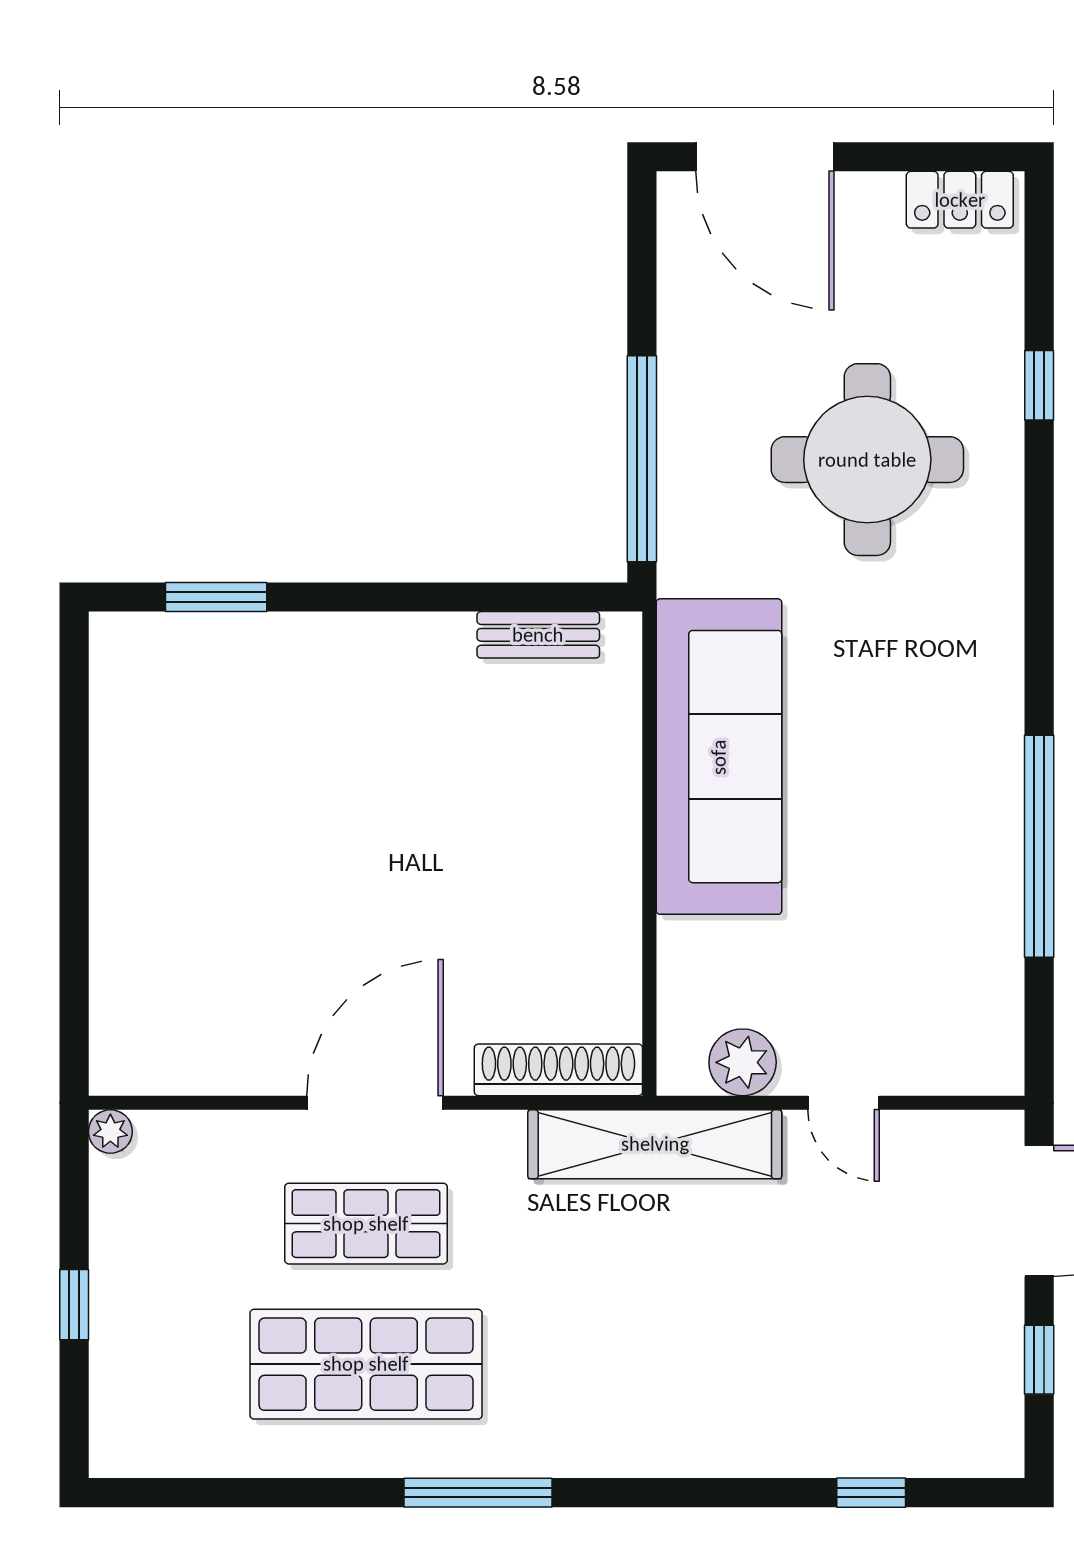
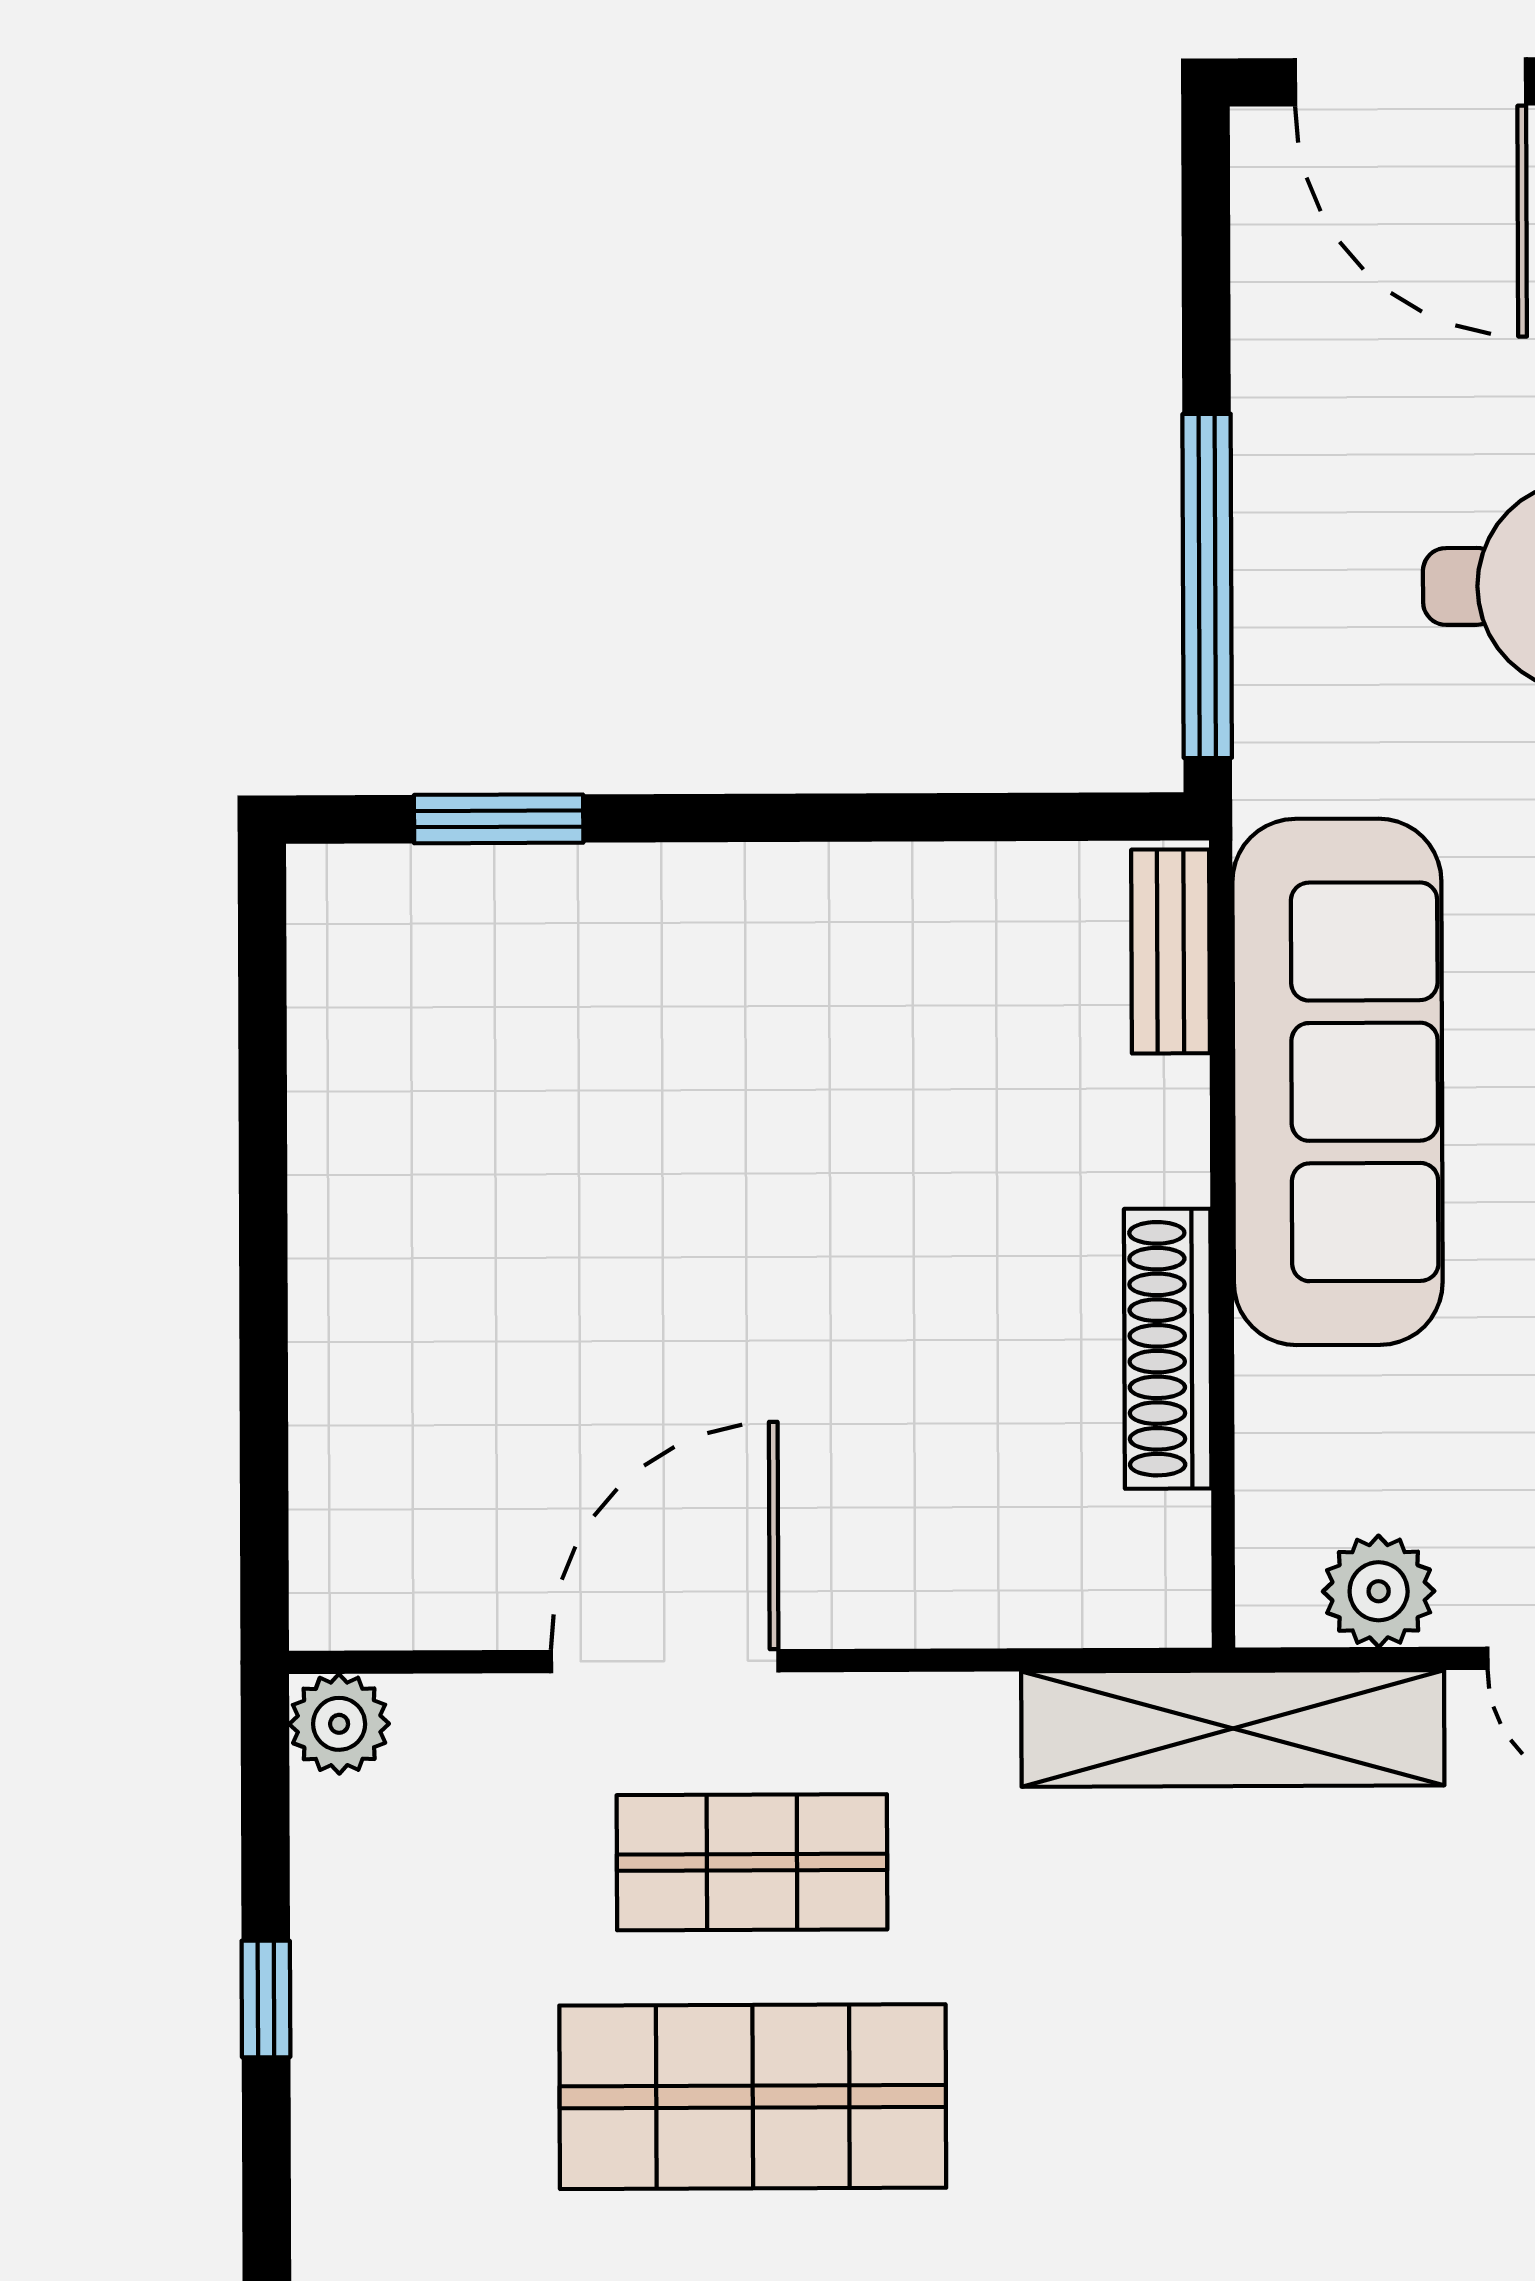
bench: (538, 635) -> (1171, 951), moved, turned 90
shoe rack: (558, 1070) -> (1168, 1349), moved, turned -90
door: (375, 1103) -> (665, 1661), moved
plant: (110, 1131) -> (339, 1724), width x1.38, depth x1.38

